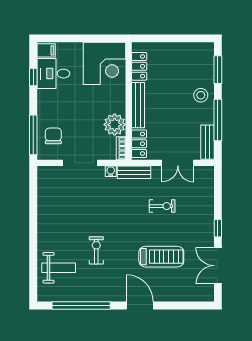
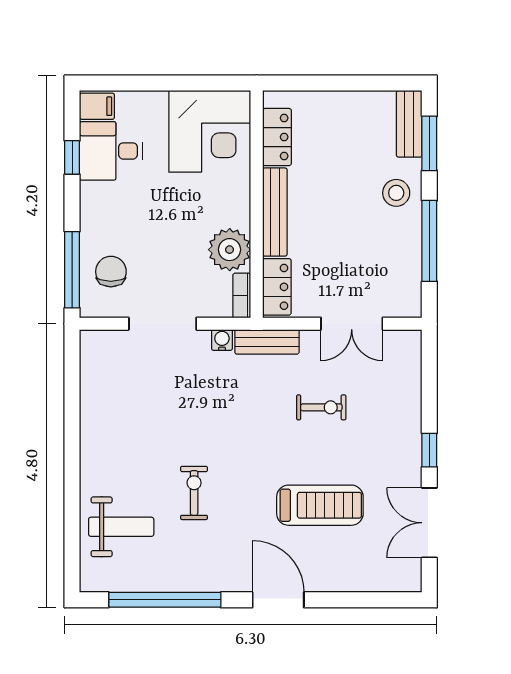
bench: (207, 142) -> (409, 124), moved

